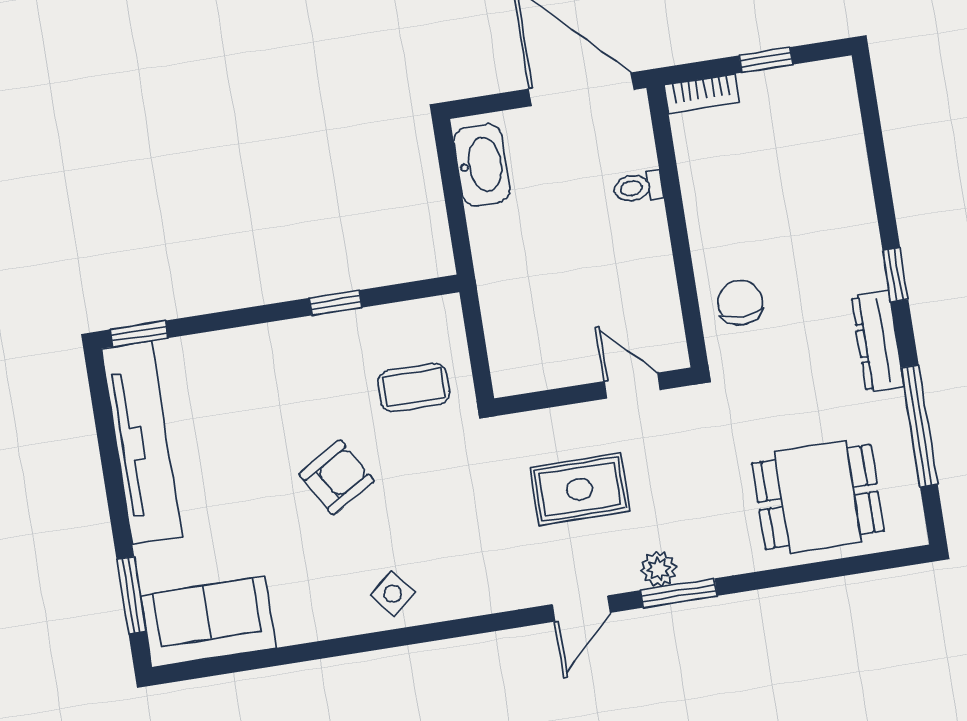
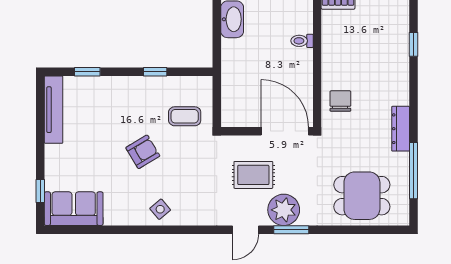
window: (895, 275) -> (414, 44), moved
window: (139, 334) -> (87, 72), moved
door: (632, 386) -> (285, 131), width x1.87
tv unit: (142, 443) -> (54, 110), width x0.73, depth x0.78
plant: (659, 569) -> (284, 210), width x1.88, depth x1.88
window: (131, 595) -> (40, 191), width x0.67

